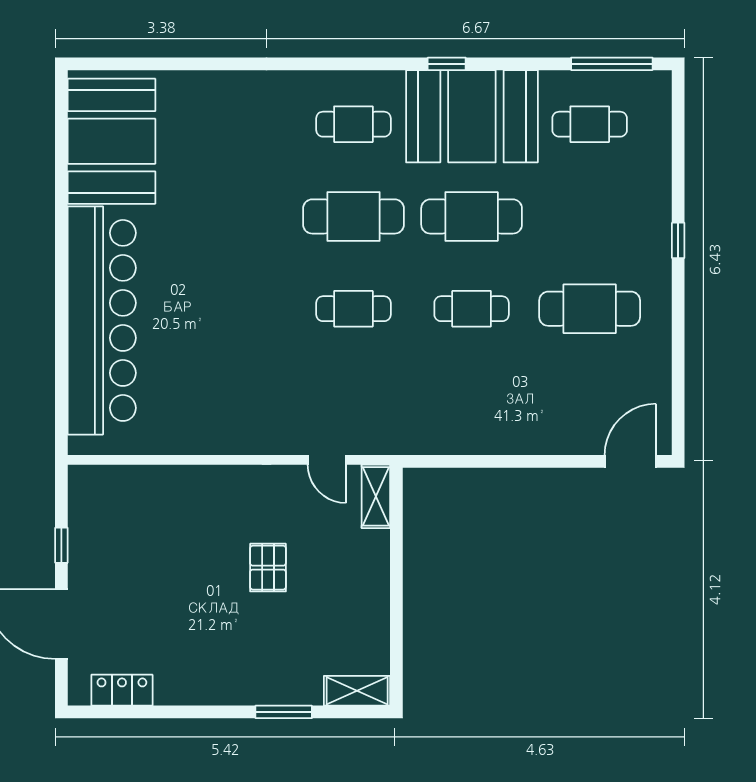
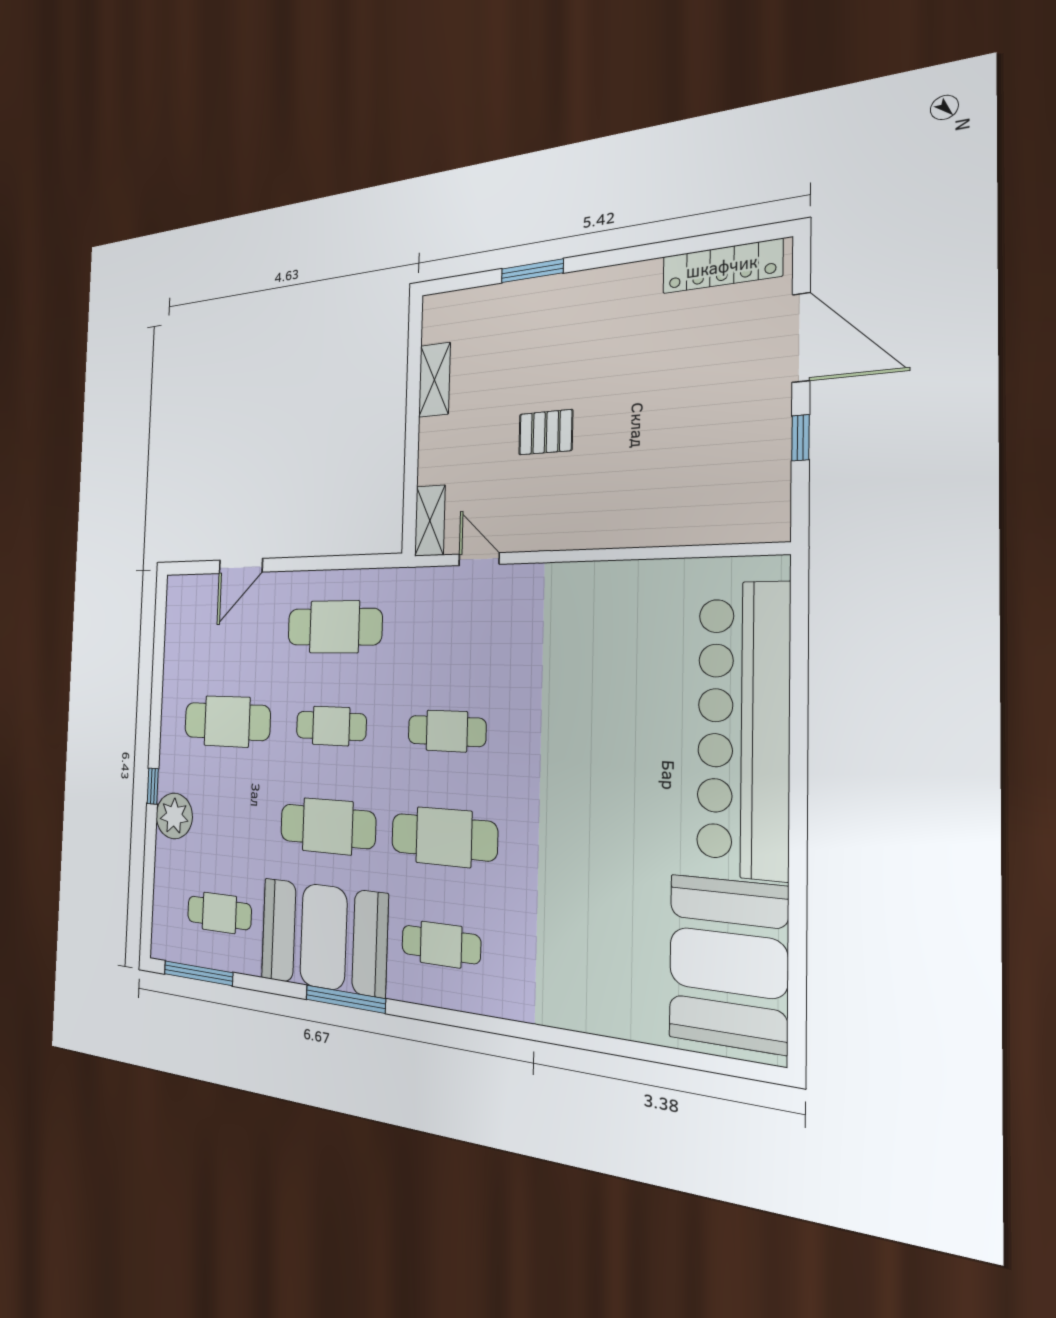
window: (447, 64) -> (345, 999), width x2.17
plant: (649, 213) -> (174, 816), added
cafe table: (472, 401) -> (334, 627), added
door: (630, 461) -> (241, 566), moved
pallet: (268, 568) -> (546, 432), turned 90
locker: (122, 690) -> (722, 266), width x1.53
shelving: (357, 691) -> (434, 380), moved, turned 90

